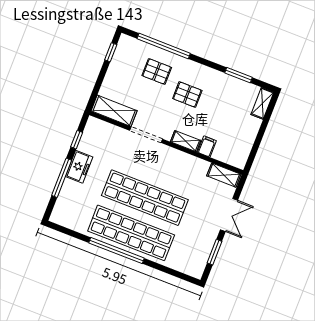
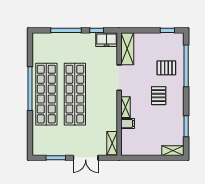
pallet: (157, 71) -> (166, 68), turned 90
freezer: (79, 167) -> (107, 40), moved

